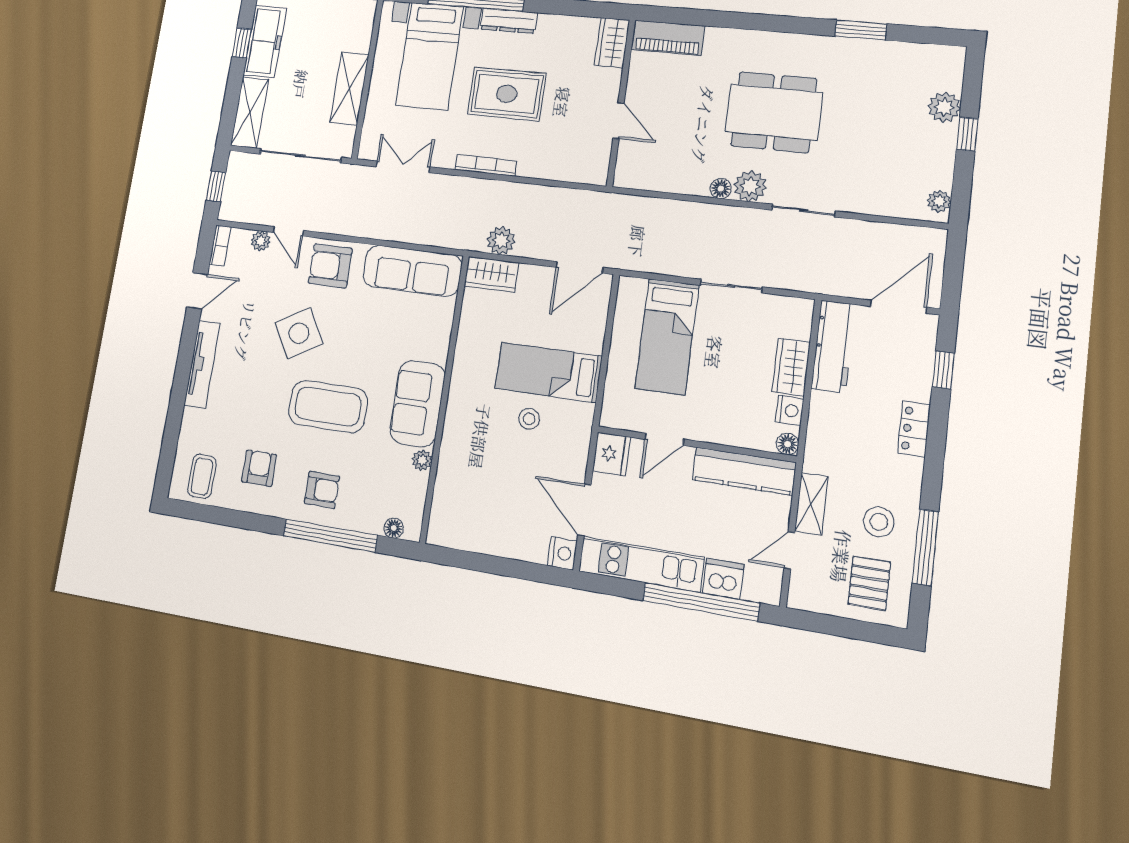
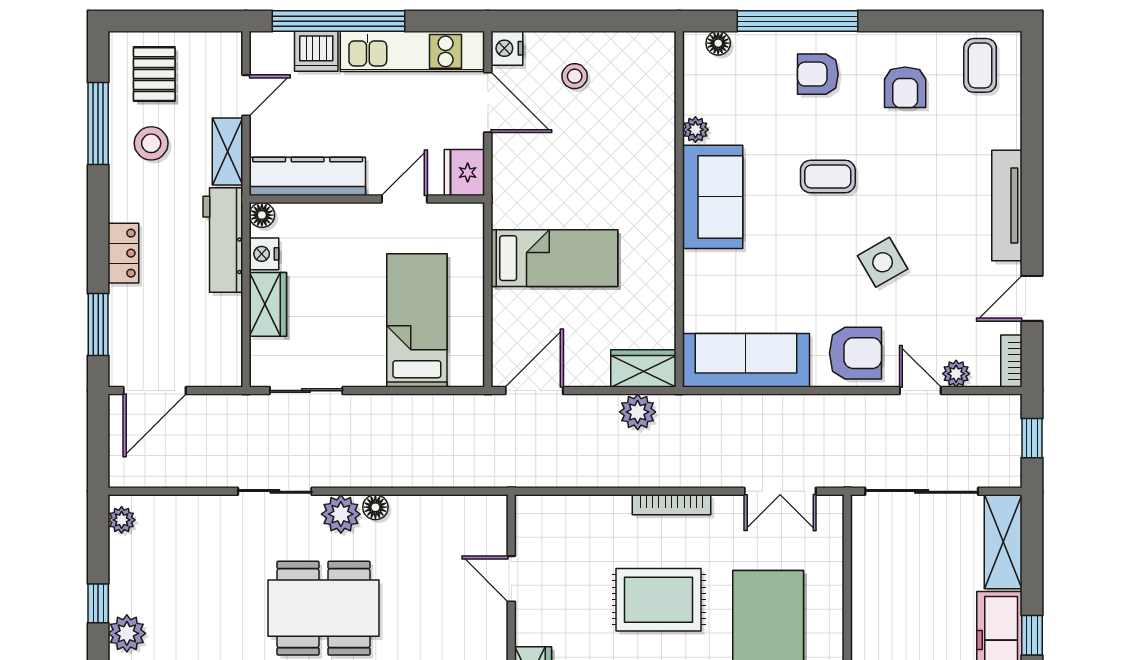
shelving: (349, 88) -> (870, 587), removed
sliding door: (731, 286) -> (306, 391), moved
side table: (299, 333) -> (883, 262), width x0.73, depth x0.73
workbench: (833, 346) -> (223, 240), moved
window: (943, 370) -> (98, 324), width x1.50
coffee table: (328, 407) -> (828, 177), width x0.54, depth x0.58
stool: (529, 419) -> (575, 76), moved

